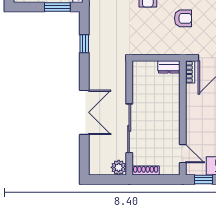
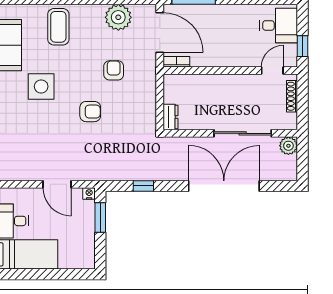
dresser: (169, 67) -> (170, 117), moved
double door: (84, 112) -> (224, 186), width x1.36
shoe rack: (146, 170) -> (292, 96), moved

